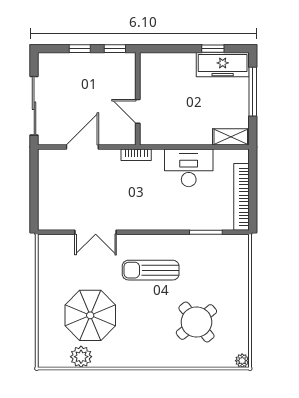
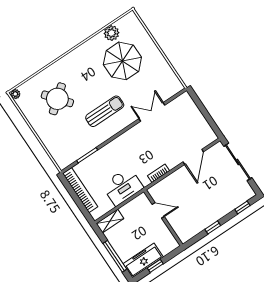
window: (80, 49) -> (242, 207), moved
wall: (138, 99) -> (163, 218), moved
door: (138, 111) -> (158, 210), moved

